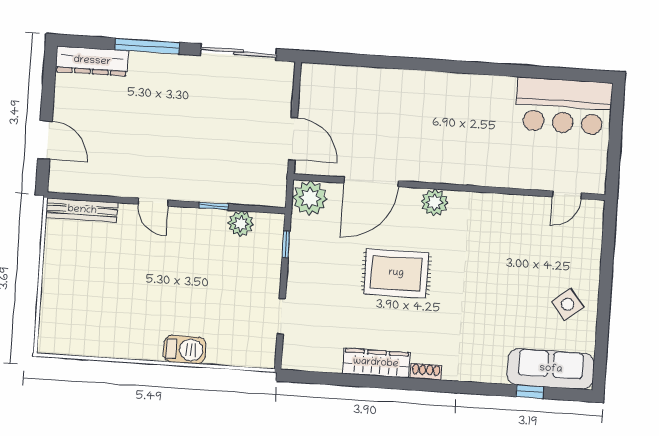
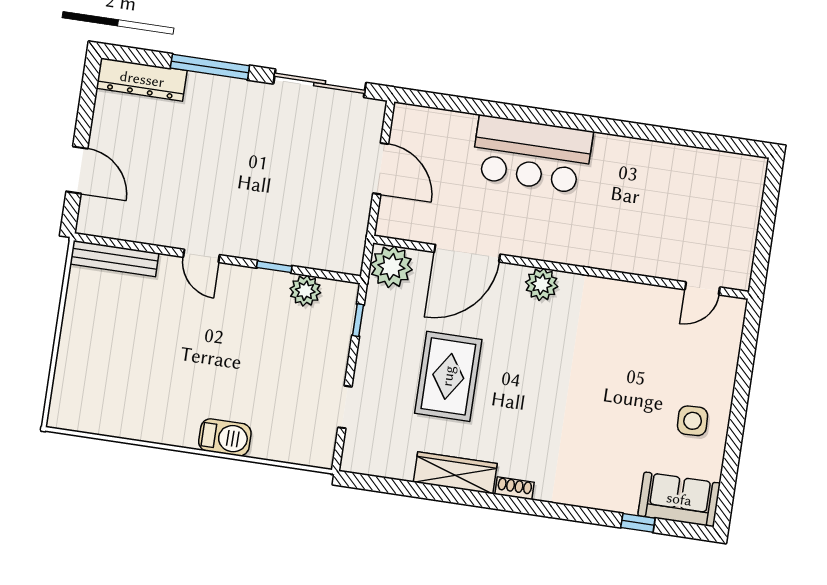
bar counter: (564, 106) -> (532, 154), moved
door: (293, 139) -> (381, 169), moved
rug: (396, 273) -> (448, 376), moved, turned 90
side table: (568, 304) -> (693, 421), turned 37
sofa: (551, 369) -> (679, 499), width x0.73

